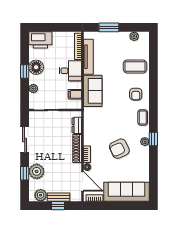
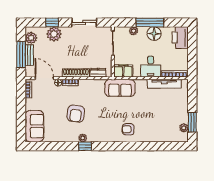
window: (109, 27) -> (192, 122), moved
coffee table: (135, 66) -> (155, 129), removed
window: (25, 72) -> (150, 23), width x2.17
sofa: (93, 91) -> (120, 88), moved
filing cabinet: (75, 94) -> (123, 71), width x2.00
coffee table: (143, 117) -> (106, 136), removed
armchair: (119, 149) -> (76, 114), turned -148
door: (83, 181) -> (44, 78), swing flipped
sofa: (126, 192) -> (34, 126), width x0.73
window: (58, 206) -> (21, 55), width x2.17

